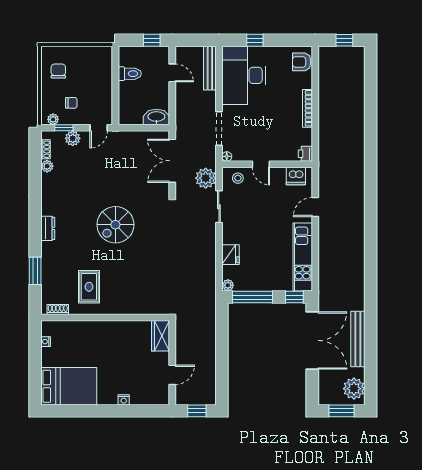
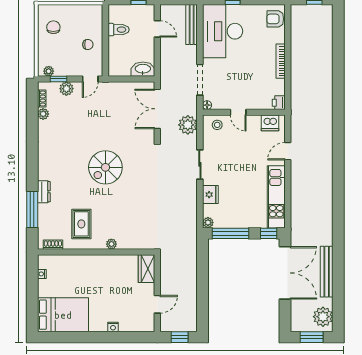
chair: (71, 103) -> (88, 45), moved
sliding door: (219, 207) -> (200, 164), moved
dresser: (48, 228) -> (44, 192), moved
window: (35, 271) -> (32, 210), width x1.44
plant: (122, 309) -> (111, 244), added

